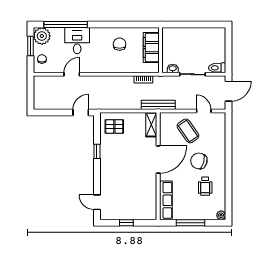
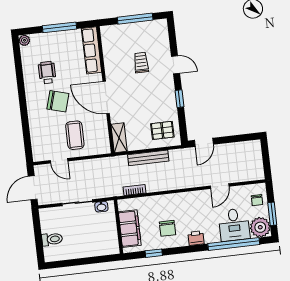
window: (133, 25) -> (154, 253), added
printer: (97, 33) -> (196, 238), added
desk: (77, 41) -> (234, 225), moved
toilet: (217, 68) -> (52, 239), moved
bench: (158, 105) -> (148, 158), moved
coffee table: (188, 131) -> (75, 135), turned 35
door: (158, 160) -> (106, 97), hinge flipped
trolley: (126, 185) -> (141, 63), added
door: (97, 202) -> (175, 65), moved
window: (126, 223) -> (135, 19), width x2.17

